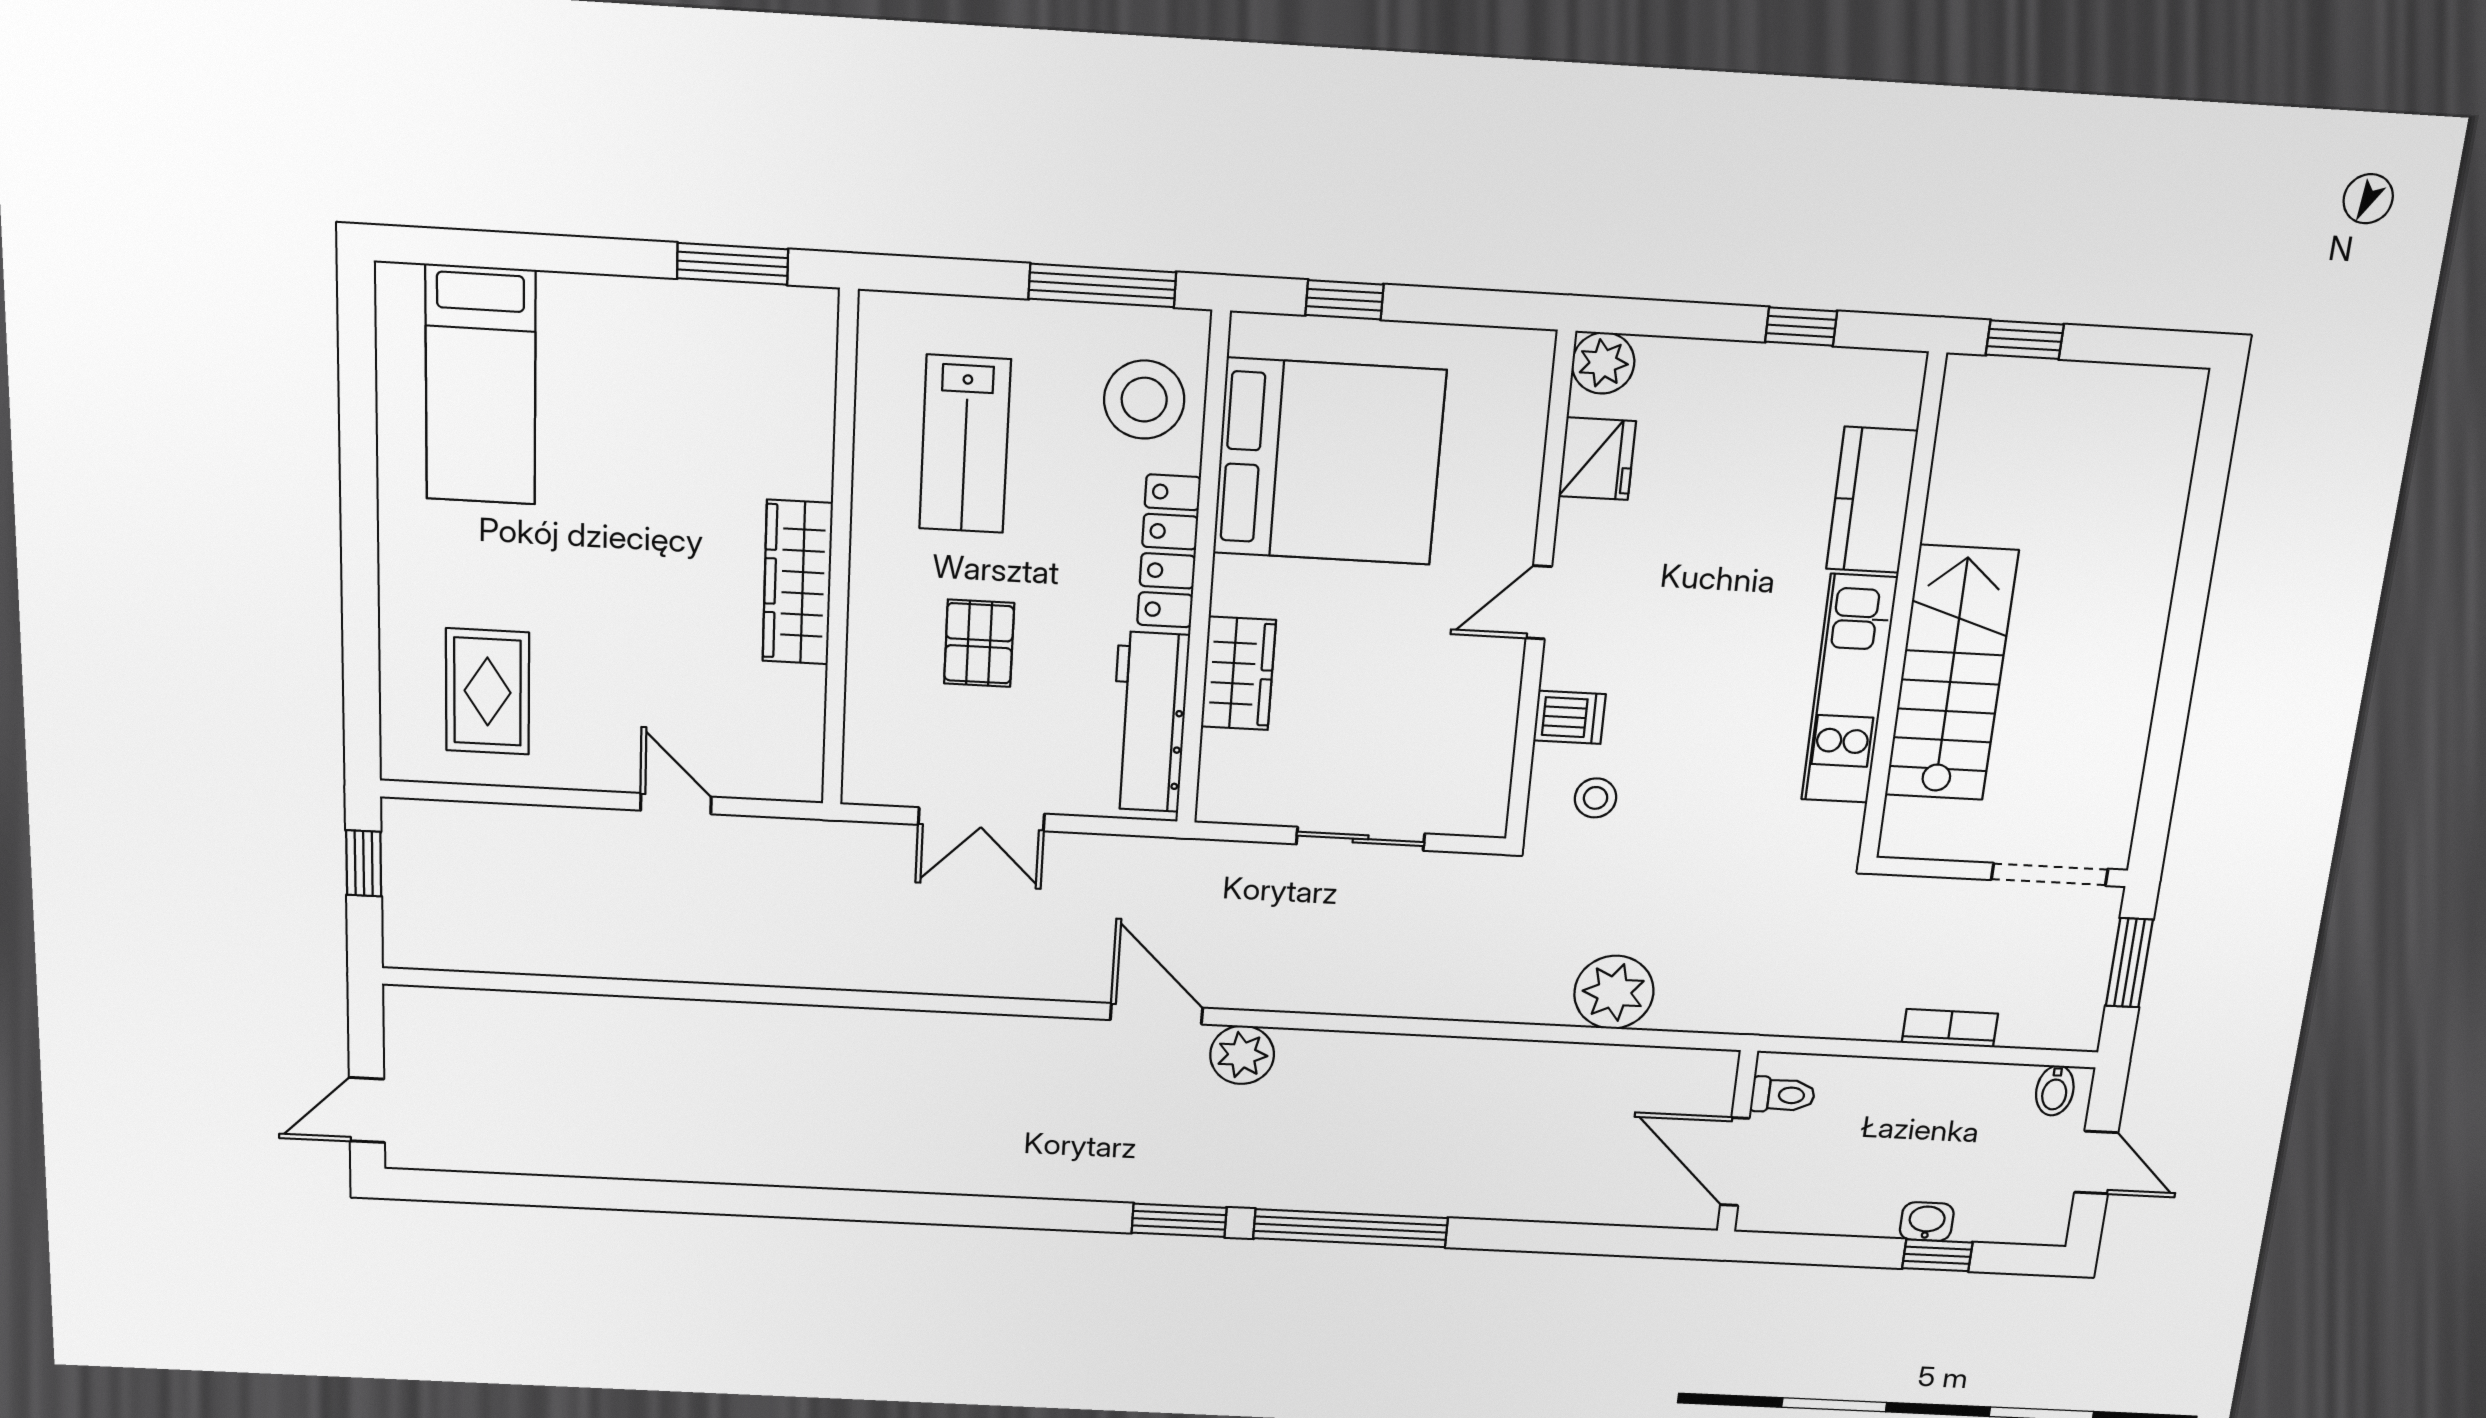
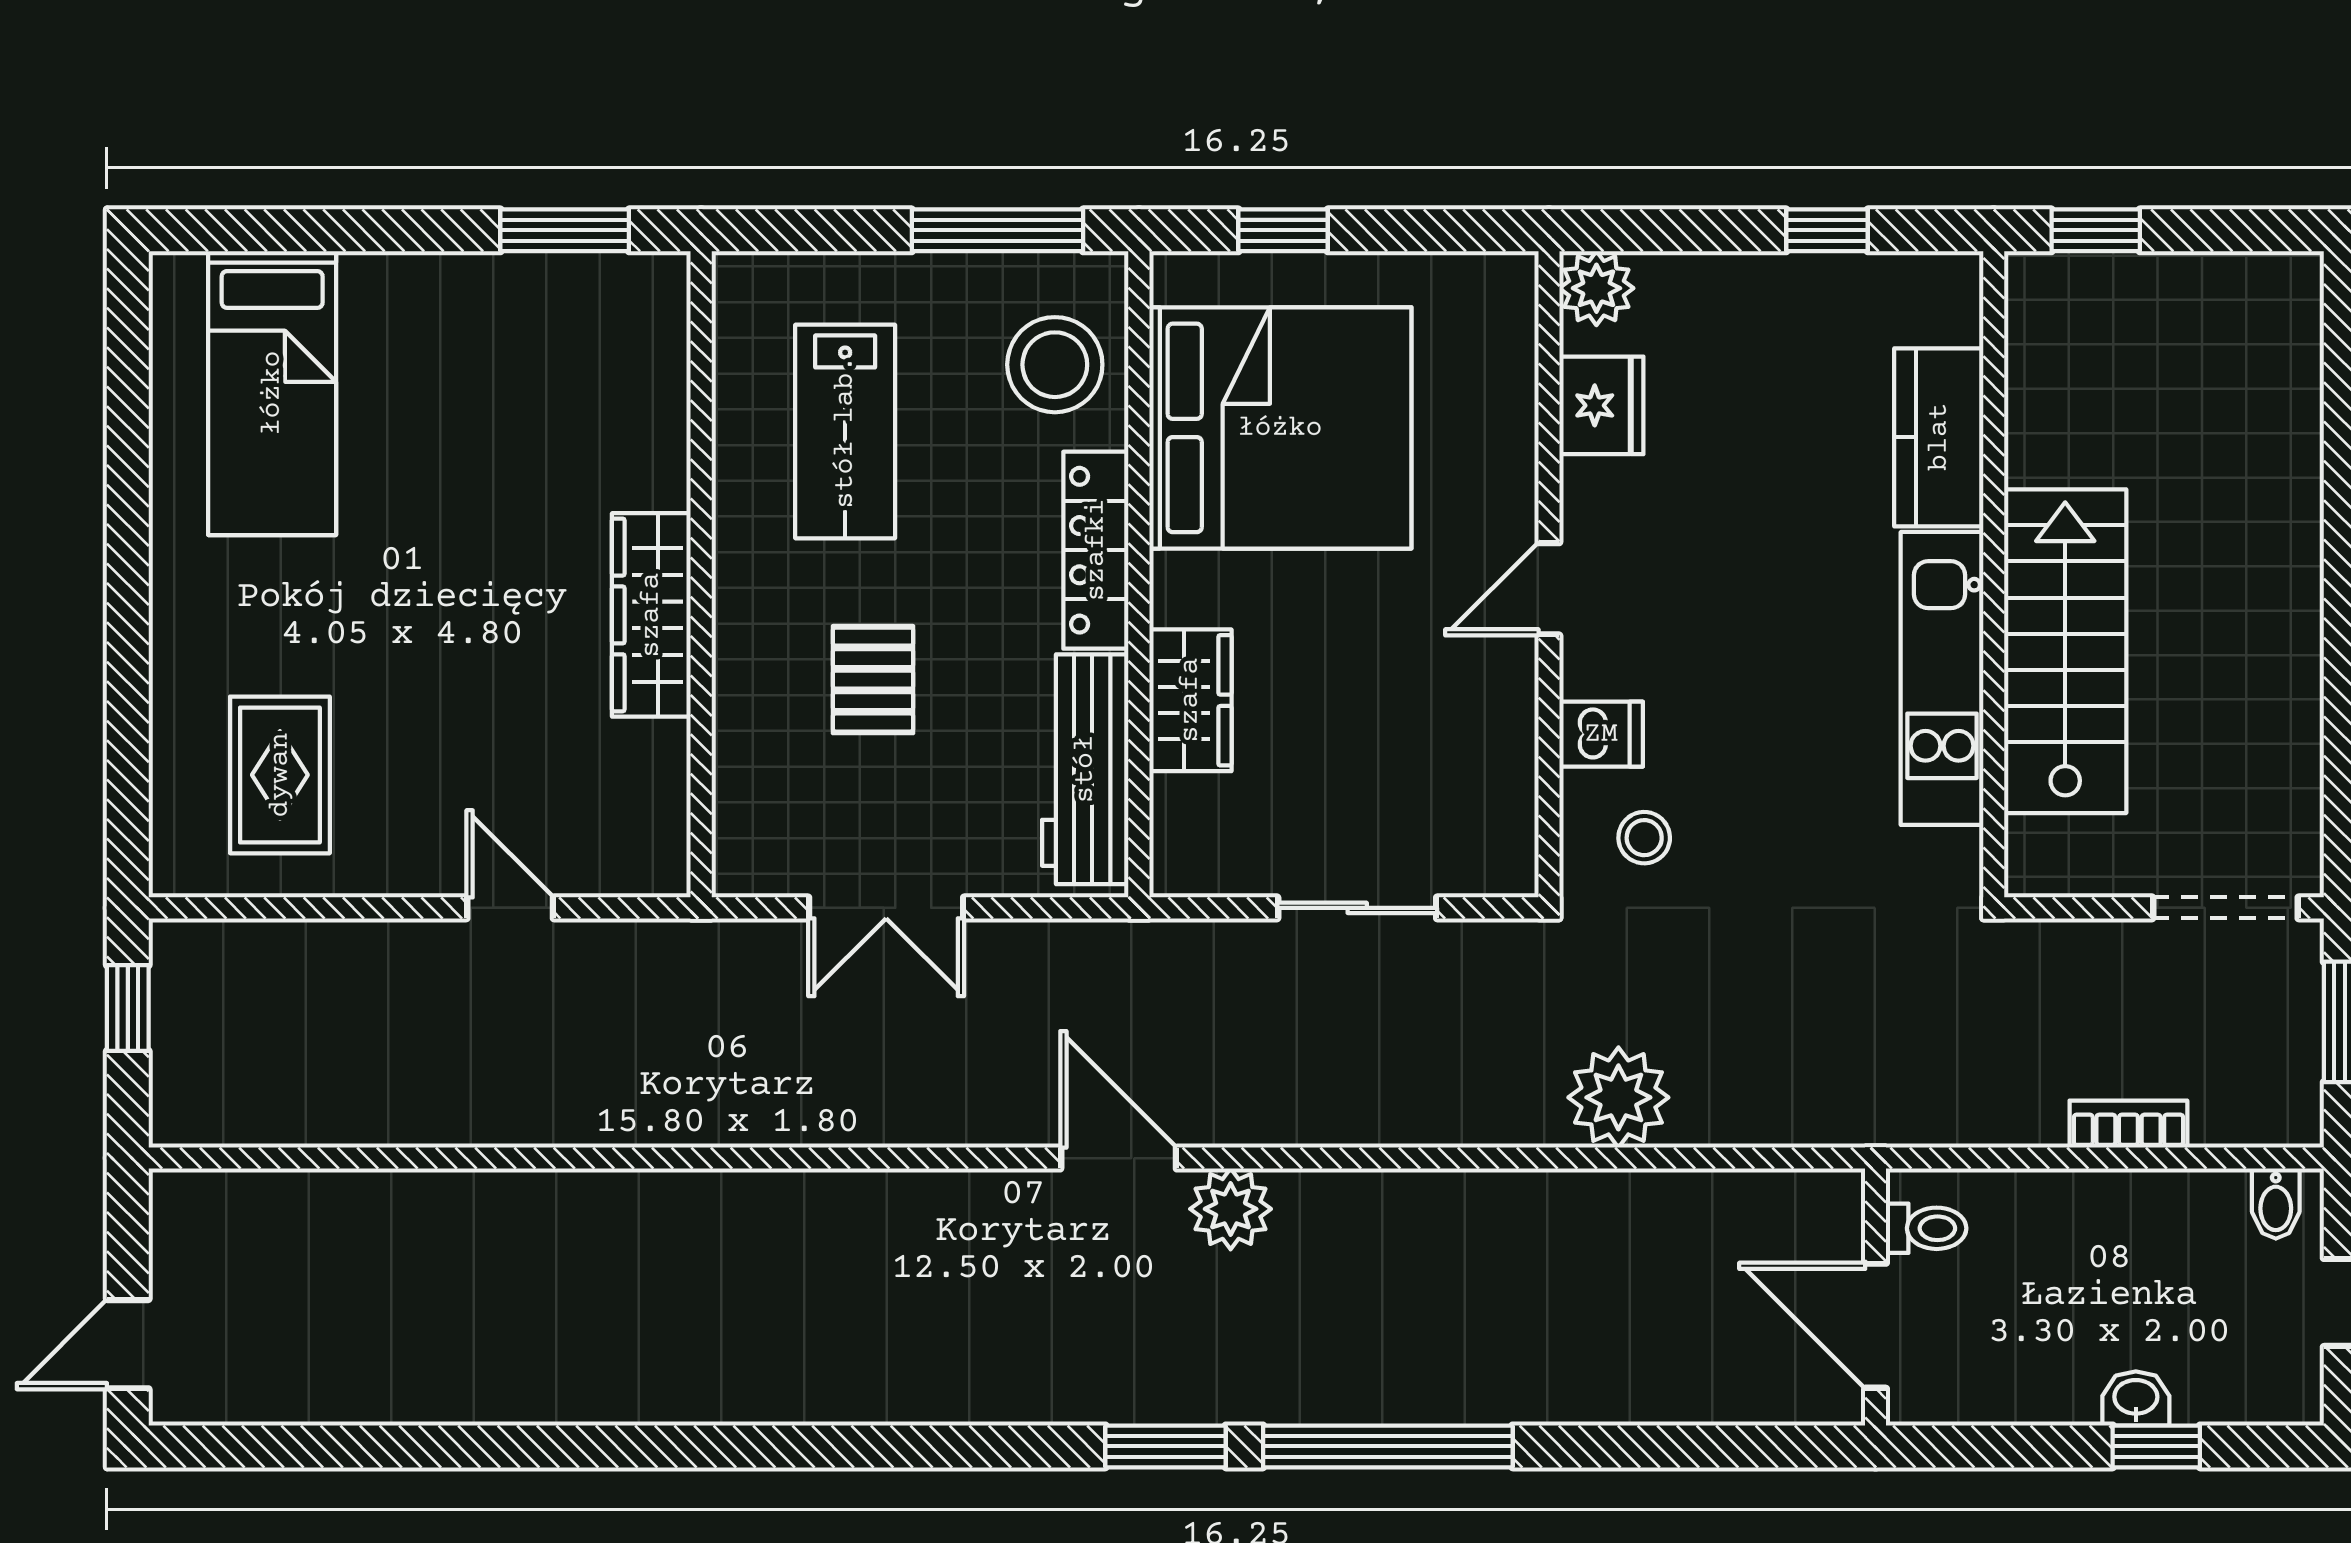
plant: (1614, 992) -> (1618, 1097), moved

